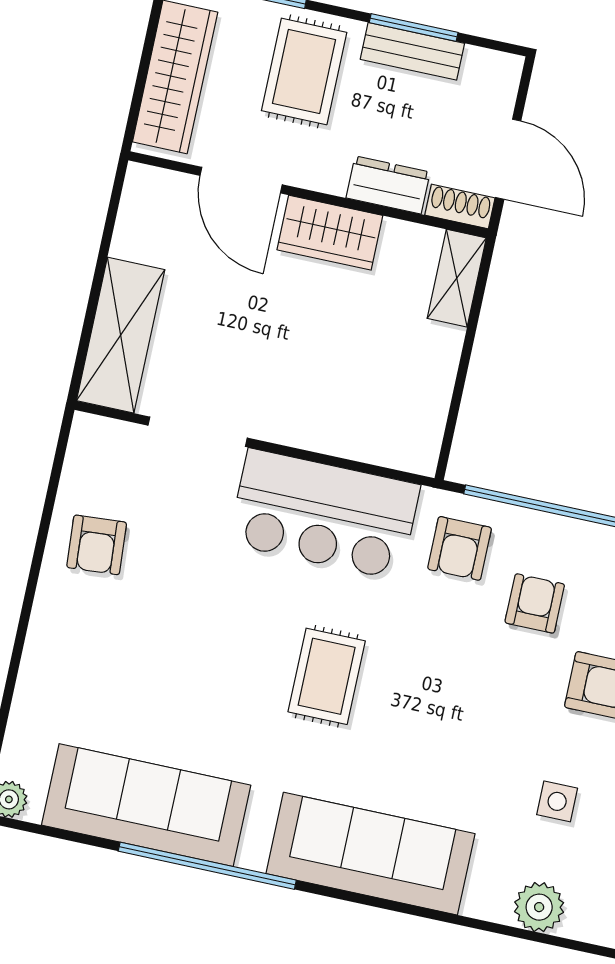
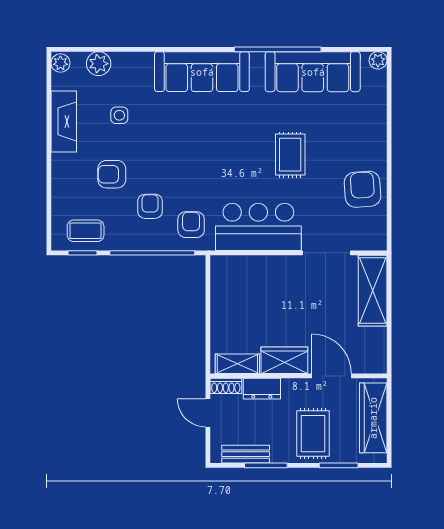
bench: (412, 51) -> (246, 454), moved
door: (508, 159) -> (208, 413), width x0.73
shelving: (457, 278) -> (237, 364), moved, turned 90
armchair: (97, 545) -> (363, 189), width x1.38, depth x1.38
armchair: (535, 603) -> (150, 206), turned 180
rug: (327, 676) -> (290, 155), moved
plant: (539, 907) -> (99, 64), moved

